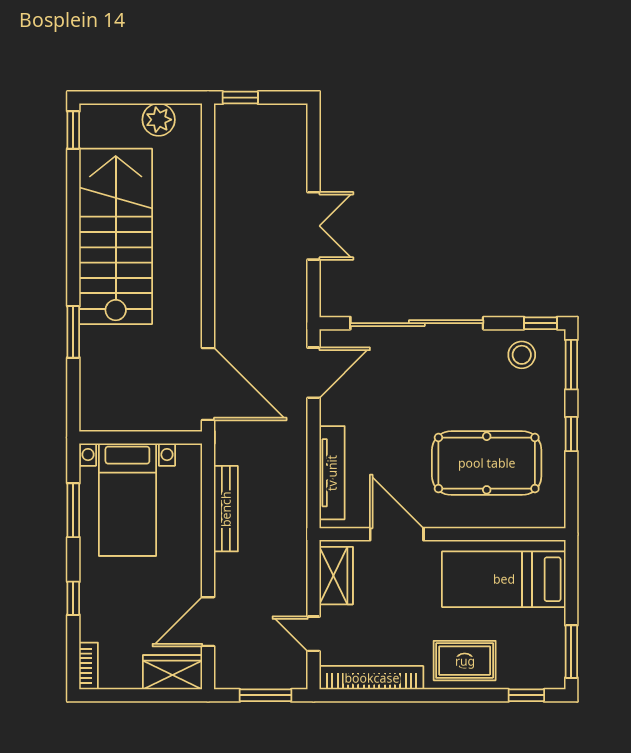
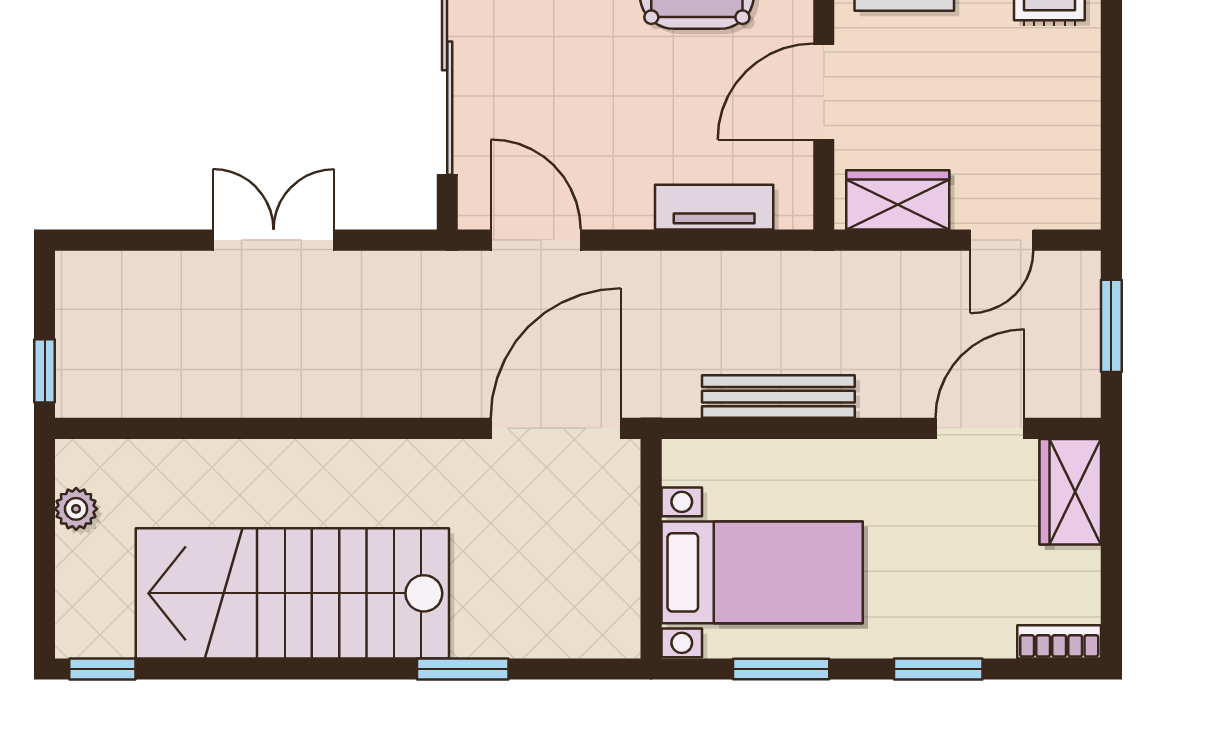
plant: (159, 120) -> (76, 509), width x0.73, depth x0.73
tv unit: (332, 473) -> (714, 207), width x0.71
window: (73, 598) -> (938, 669), width x1.50
door: (208, 622) -> (980, 428), swing flipped
bookcase: (372, 678) -> (1080, 137), removed

